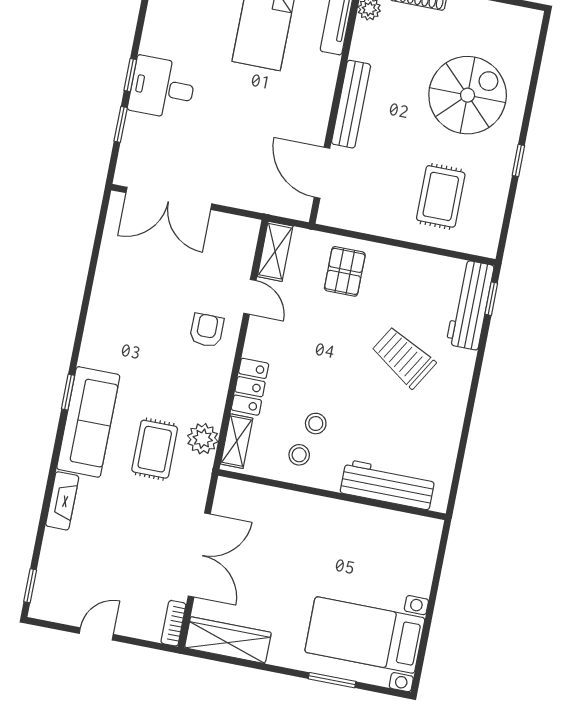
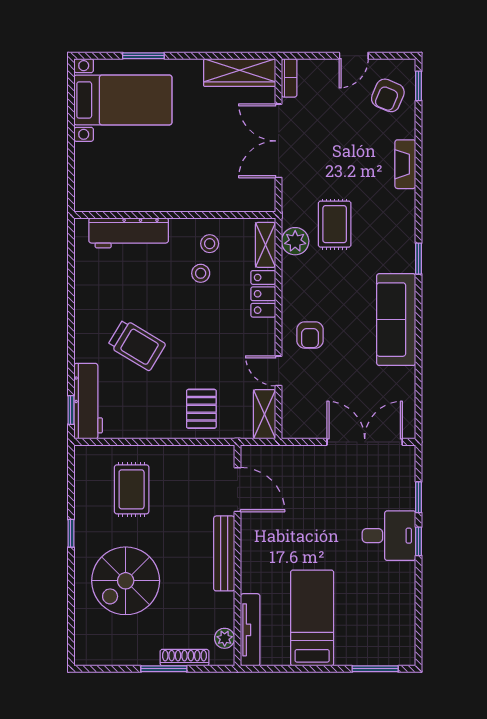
sofa: (88, 422) -> (396, 320), moved
armchair: (67, 582) -> (388, 95), added

